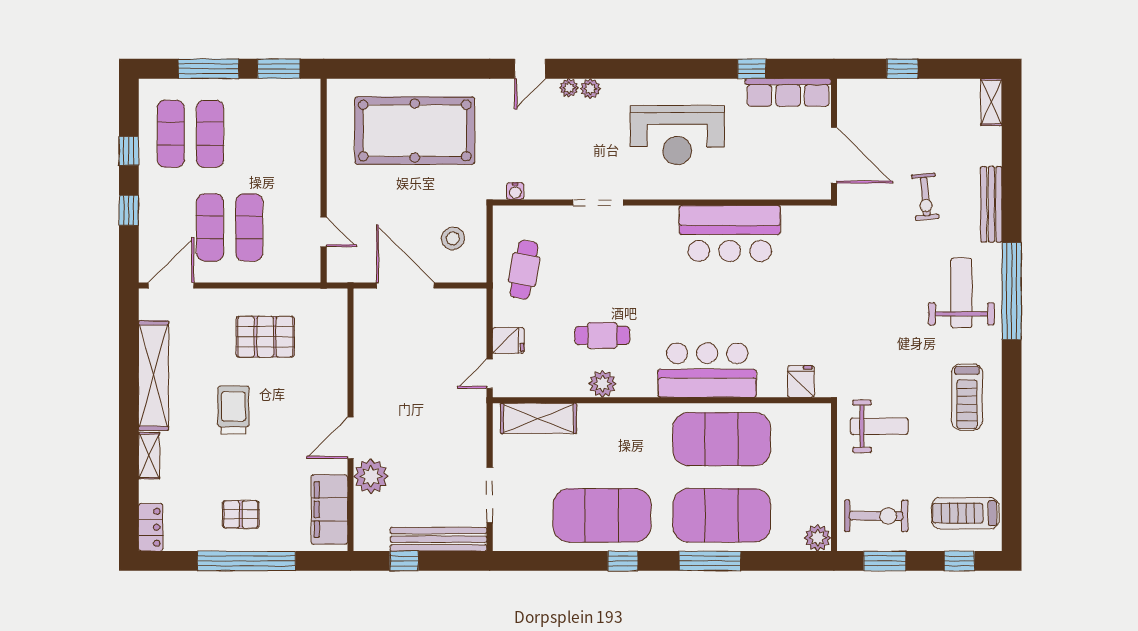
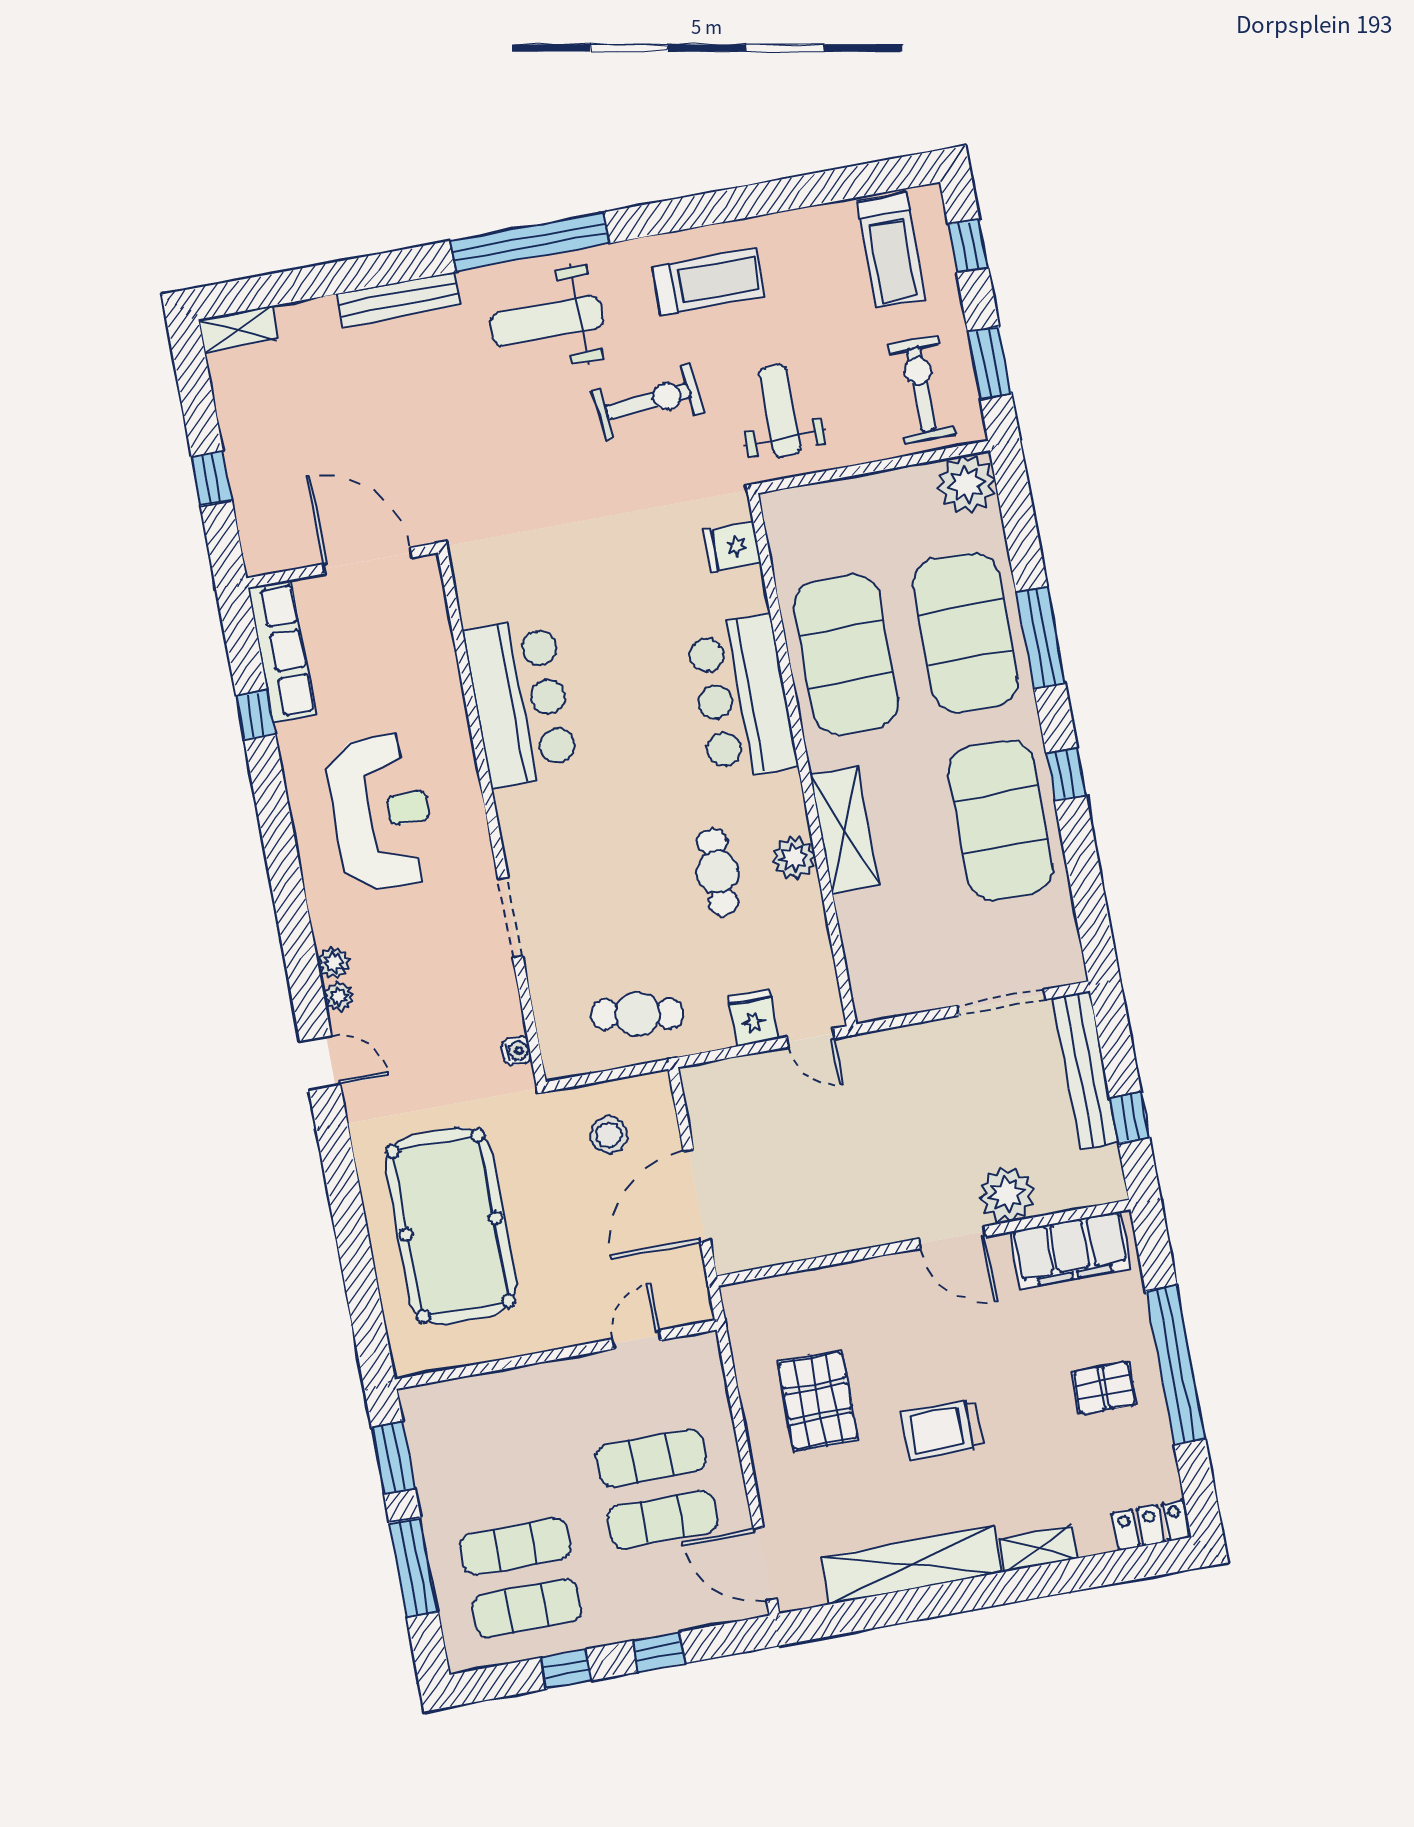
door: (834, 155) -> (367, 561), hinge flipped
exercise bike: (925, 197) -> (648, 402), moved, width x1.38, depth x1.39
shelving: (538, 418) -> (845, 830), moved
pallet: (241, 514) -> (1104, 1388), turned 90
plant: (818, 538) -> (967, 484), width x1.36, depth x1.36

